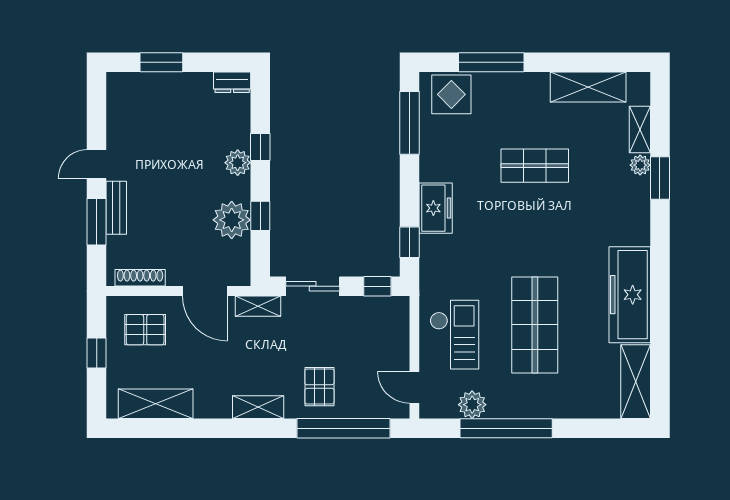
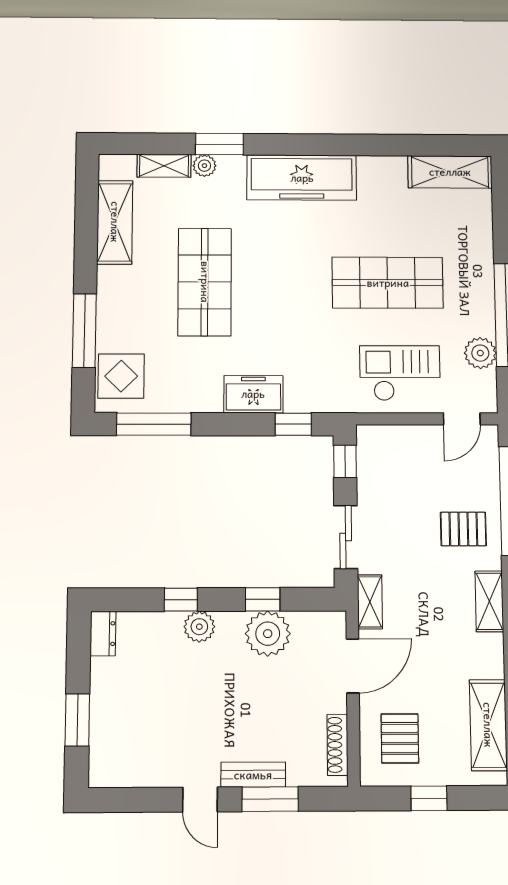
shop shelf: (535, 166) -> (205, 282), width x1.43, depth x1.36
freezer: (630, 295) -> (302, 178), moved

